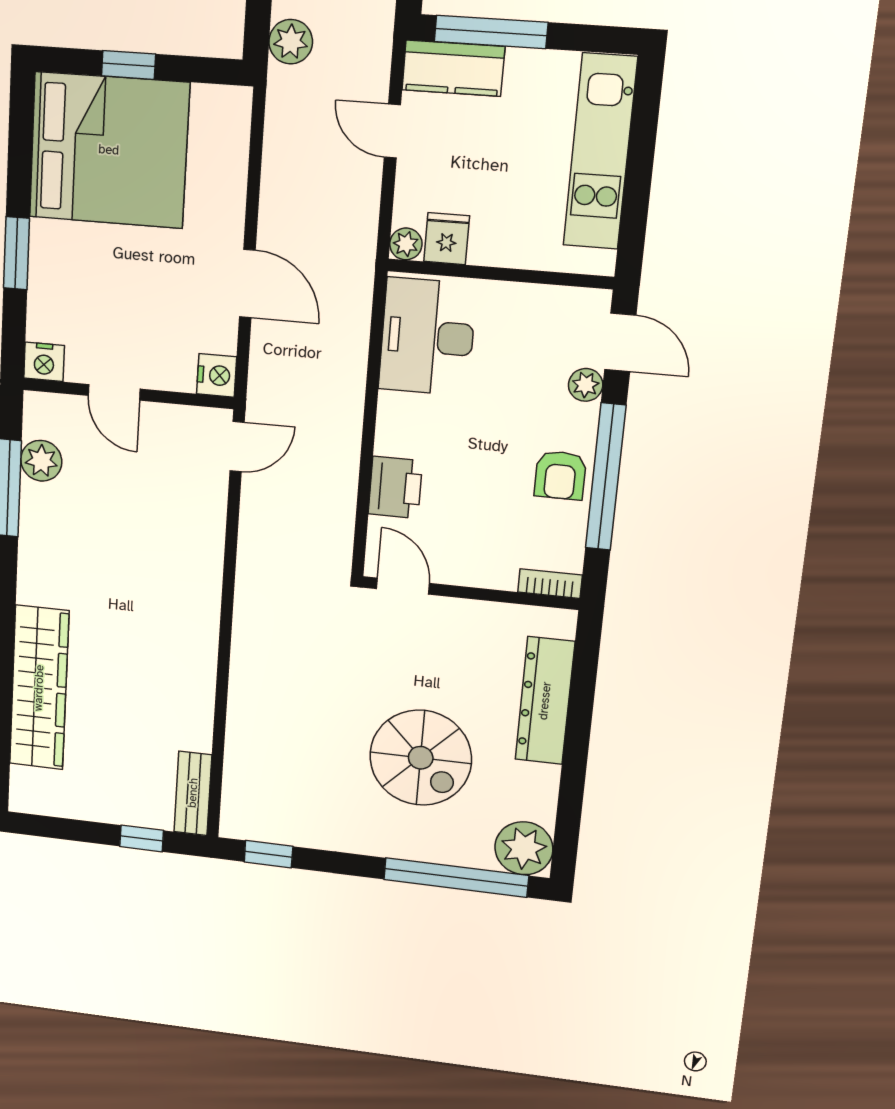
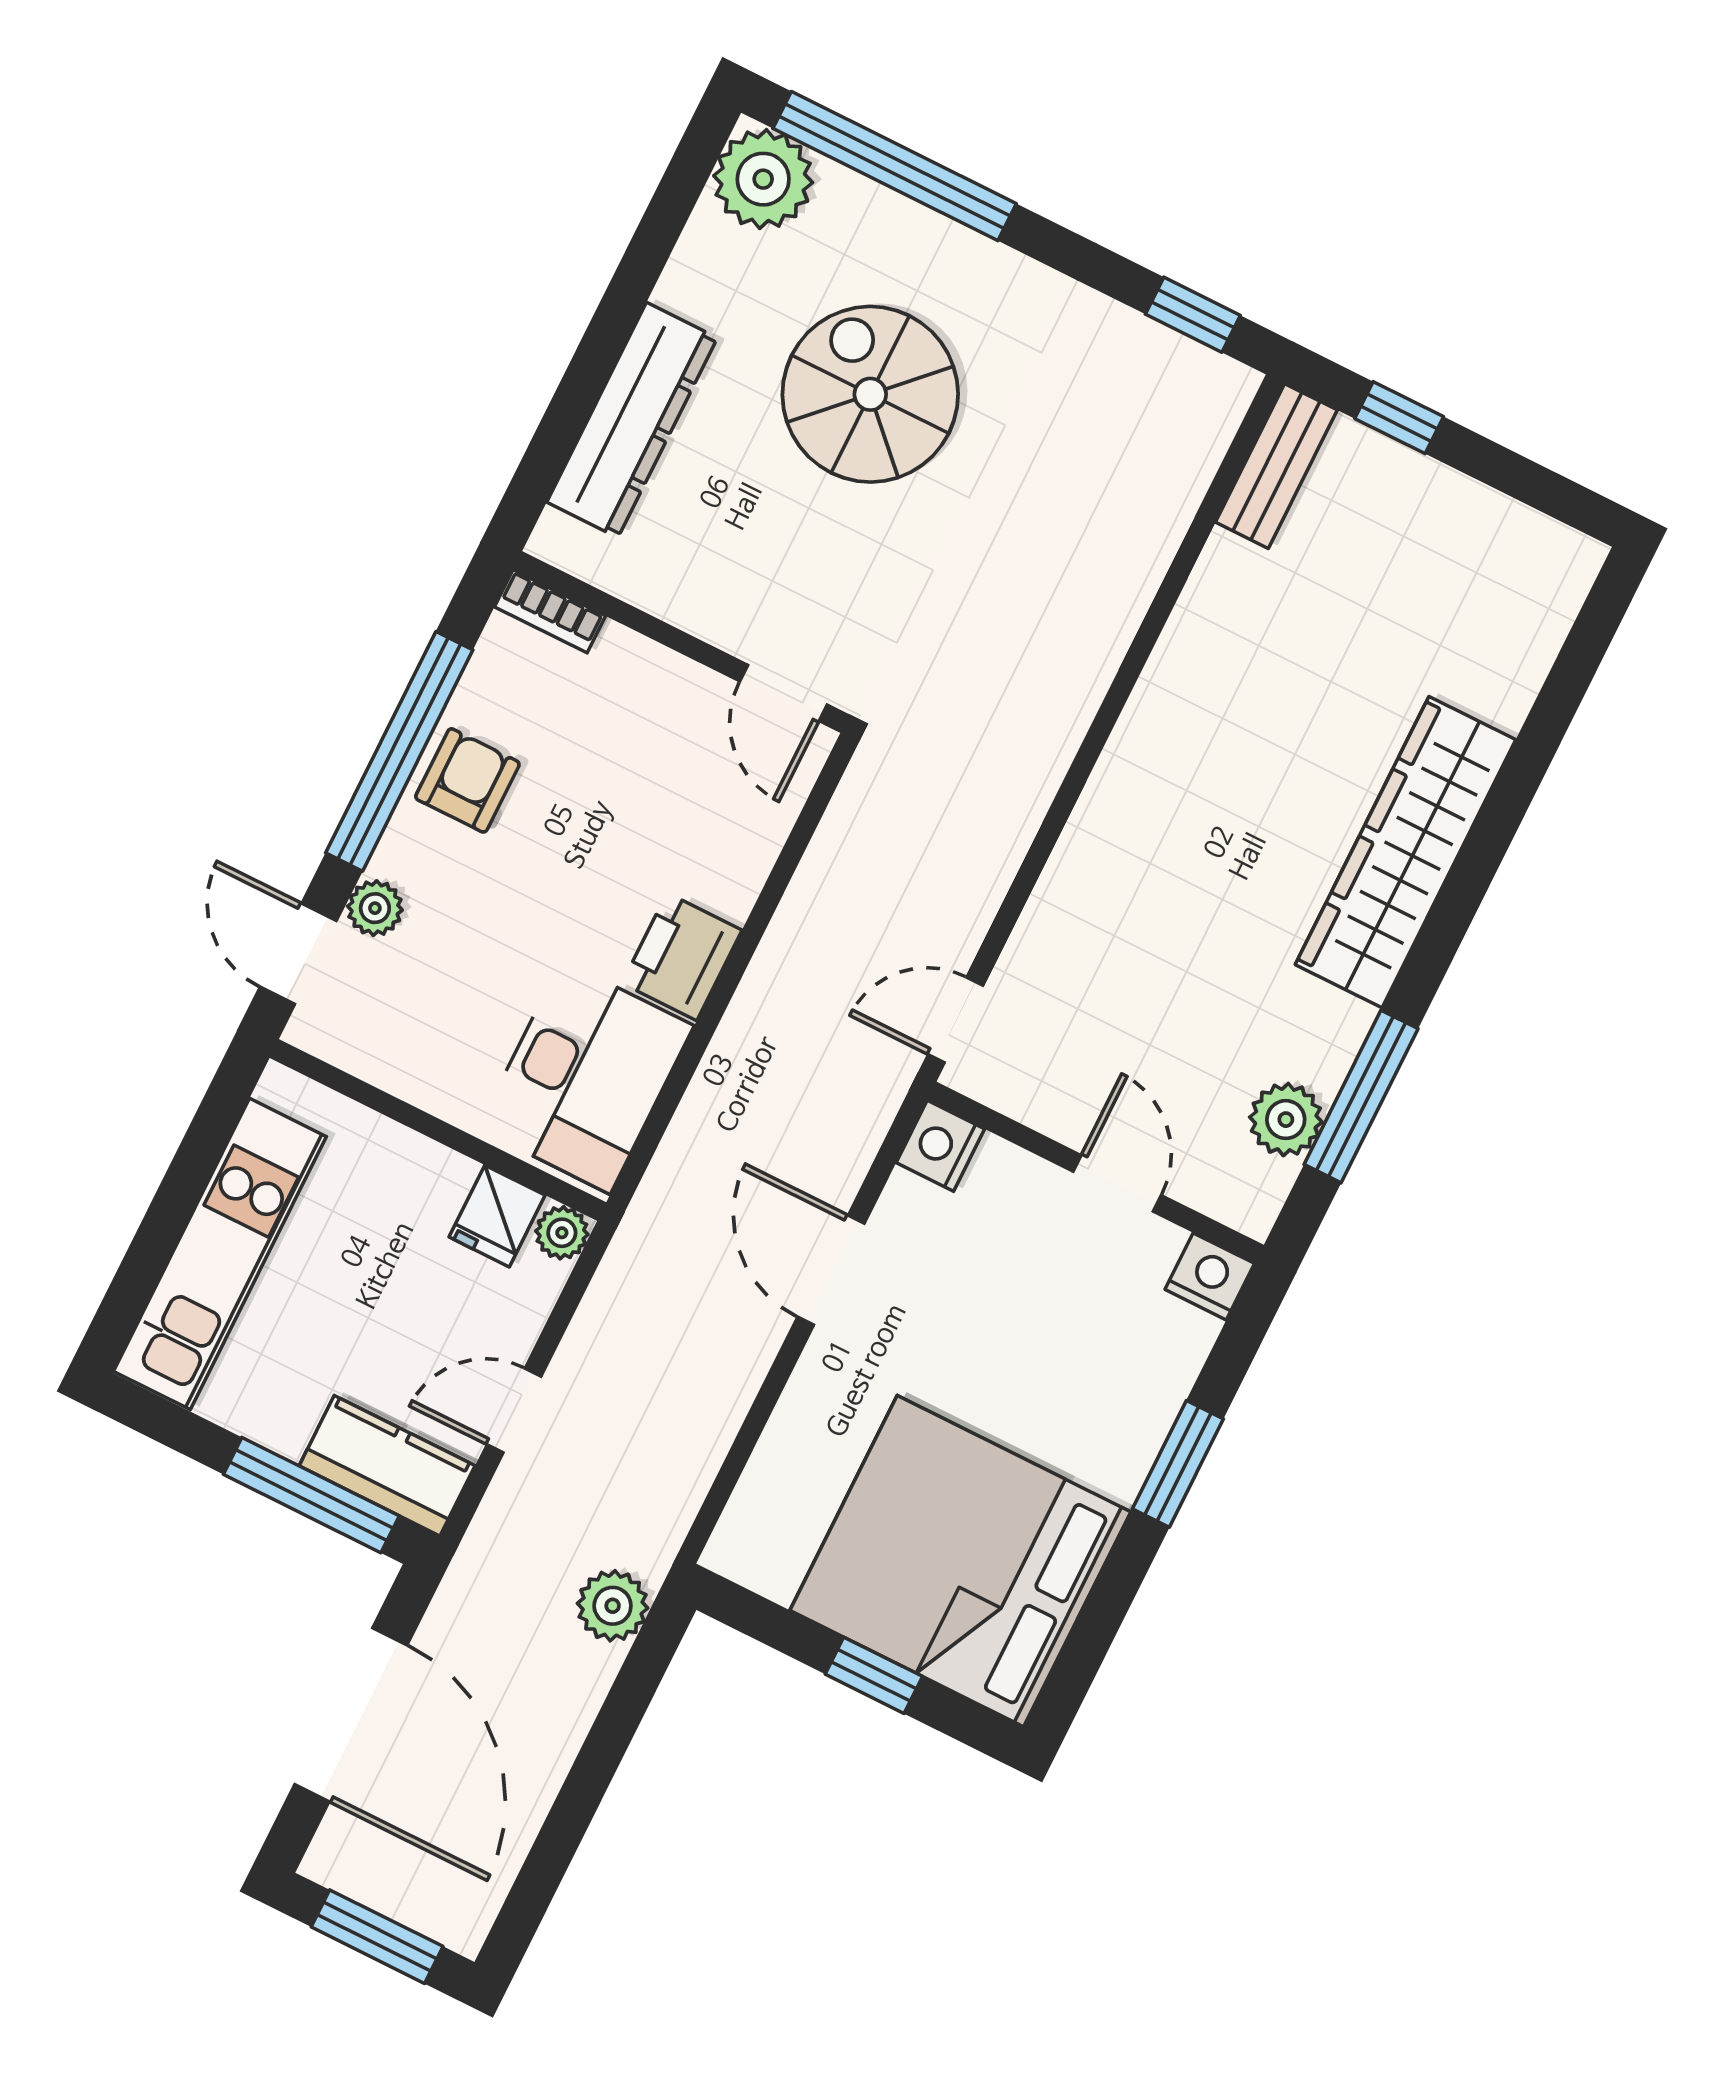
door: (392, 131) -> (514, 1411), swing flipped
printer: (395, 487) -> (682, 957), moved
wardrobe: (39, 688) -> (1405, 852), moved

